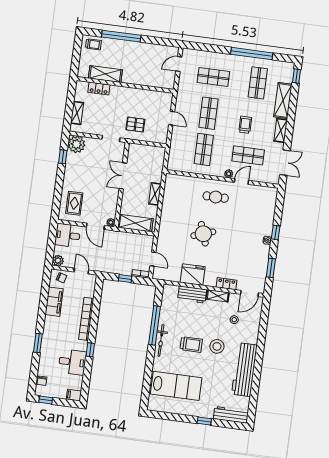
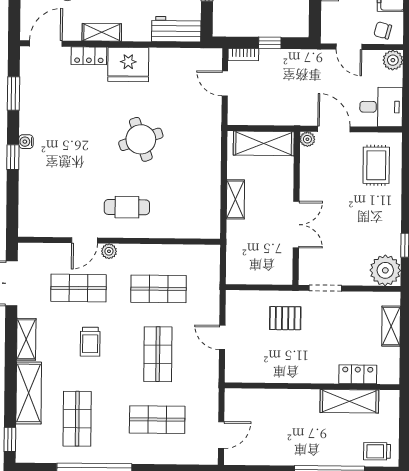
shop shelf: (204, 149) -> (159, 289), turned 90
fridge: (193, 275) -> (128, 64), moved
workbench: (192, 295) -> (176, 29), moved

